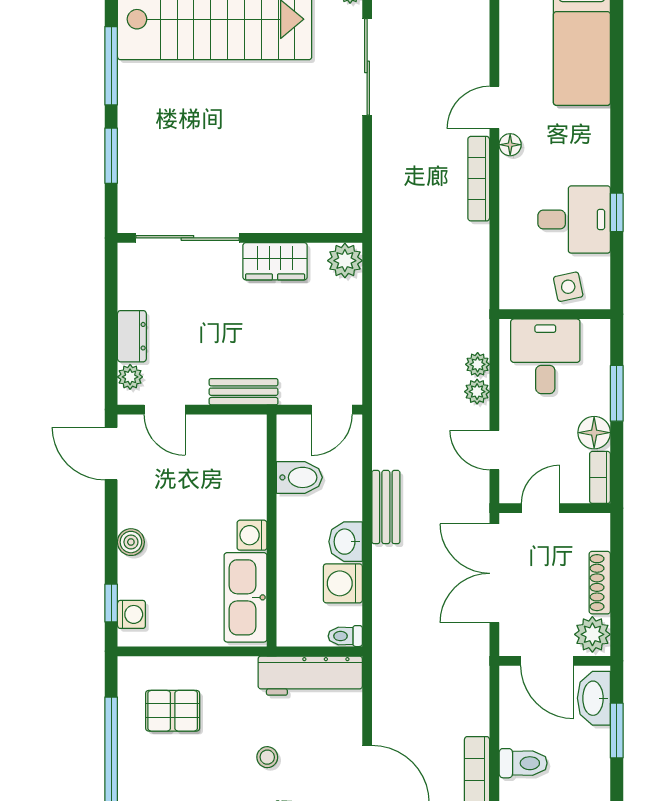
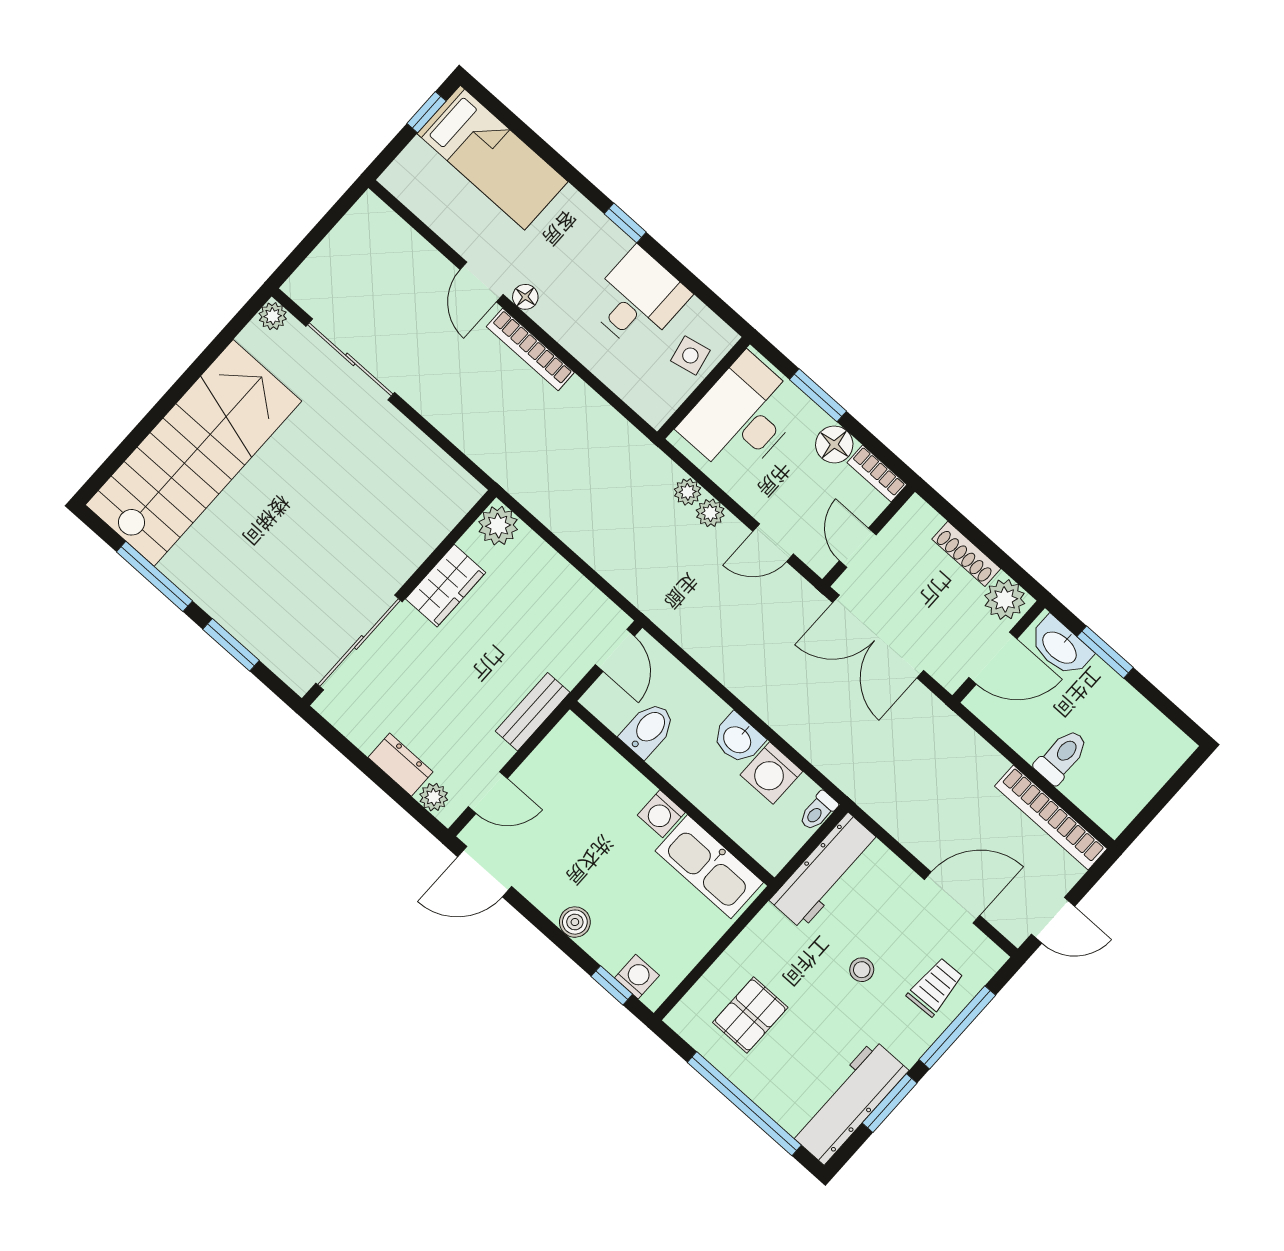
window: (617, 212) -> (625, 223), moved
desk: (545, 356) -> (742, 417), width x1.37
bench: (386, 507) -> (739, 678), removed

